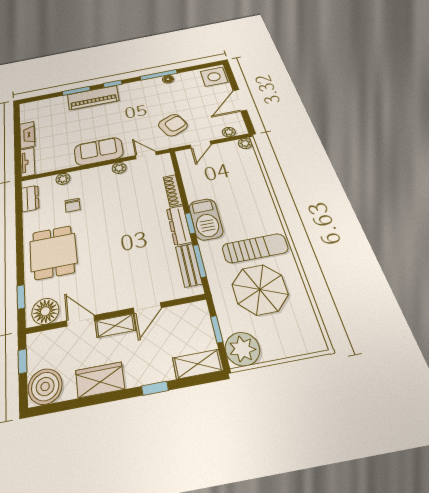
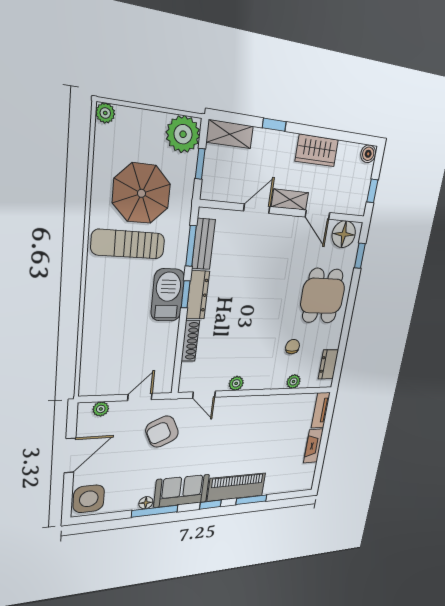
plant: (245, 143) -> (105, 113), moved
sofa: (99, 151) -> (182, 491), moved, turned 180
boiler: (45, 386) -> (368, 154), width x0.54, depth x0.54

